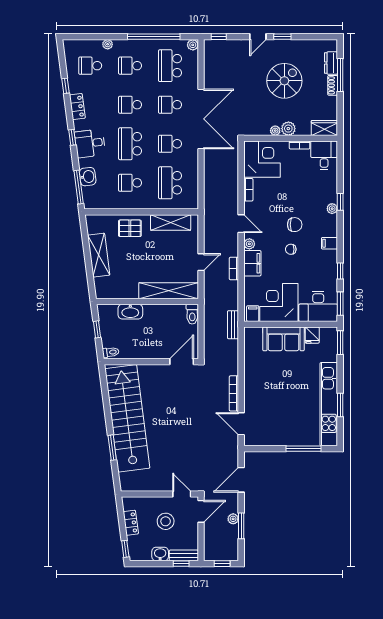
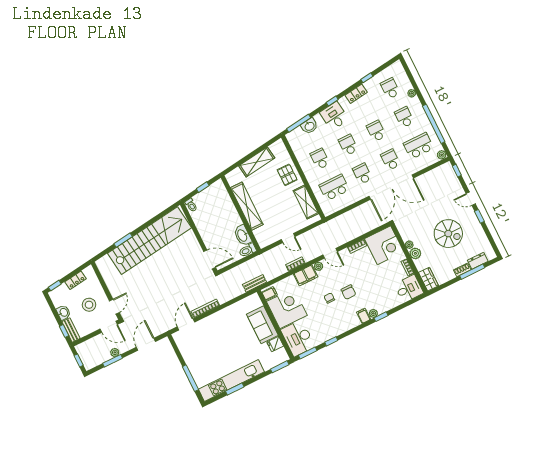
school desk: (130, 144) -> (348, 145), width x0.54
door: (241, 224) -> (330, 253), hinge flipped
filing cabinet: (329, 243) -> (364, 316), moved
shelving: (169, 291) -> (247, 206), moved
washbasin: (130, 312) -> (243, 235), moved
door: (241, 480) -> (146, 344), hinge flipped

